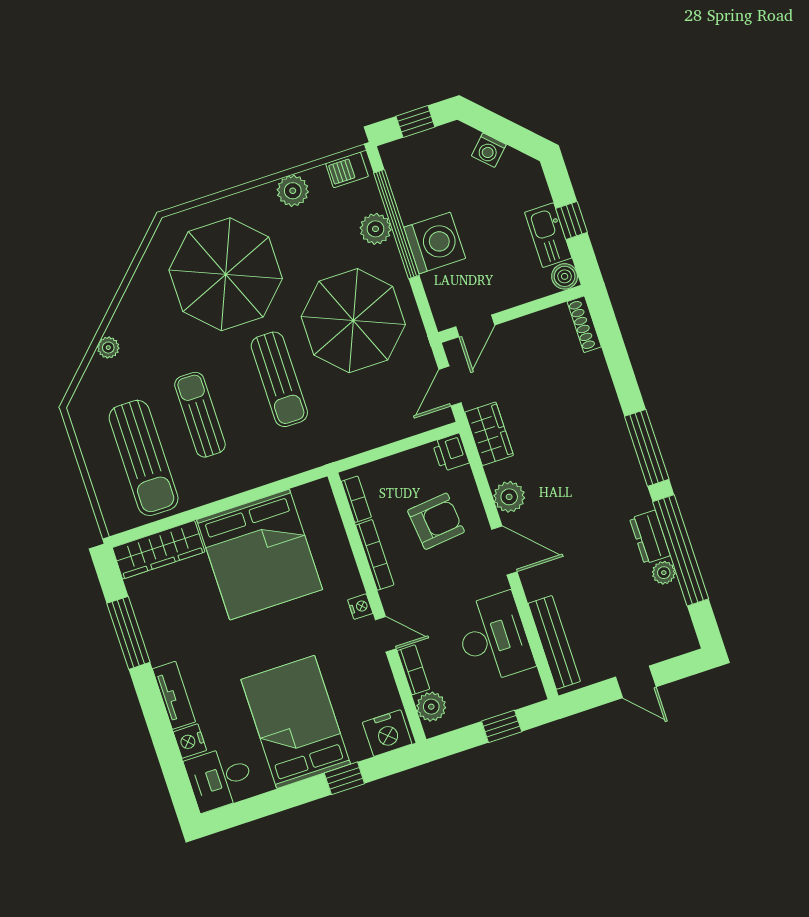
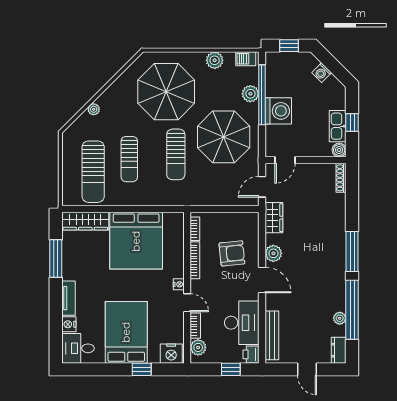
sun lounger: (200, 415) -> (129, 159), turned 180
printer: (451, 452) -> (251, 354), moved
dresser: (650, 537) -> (339, 350), moved

